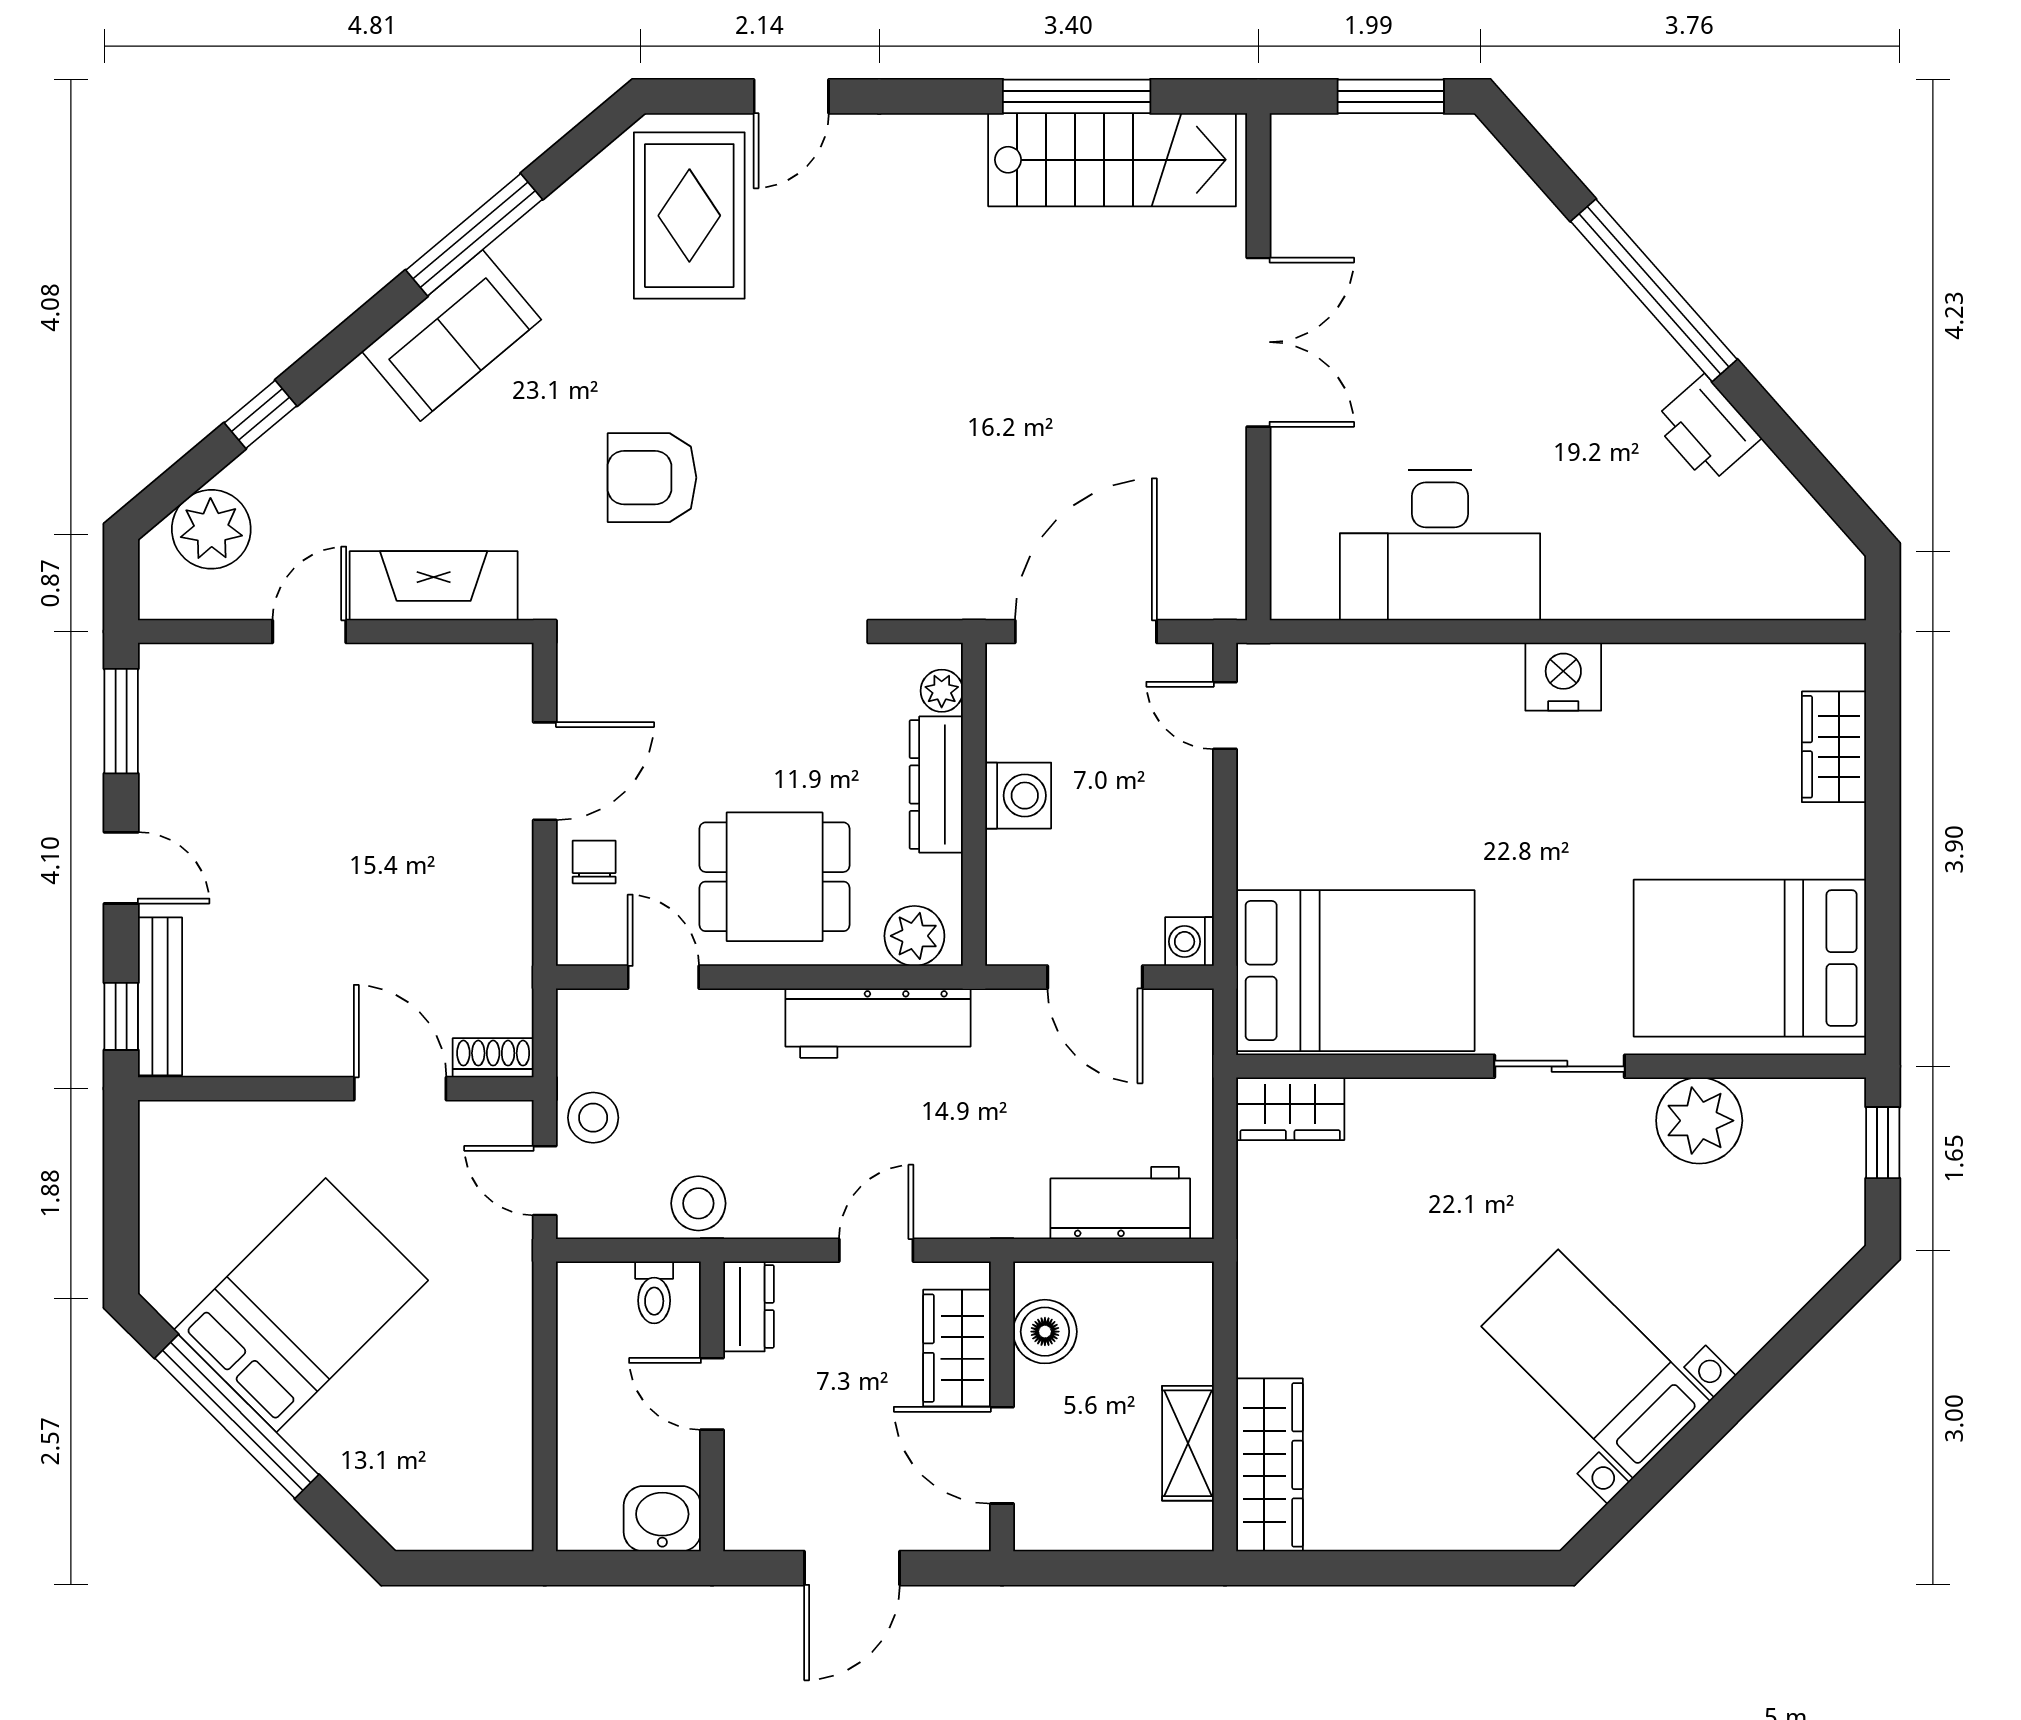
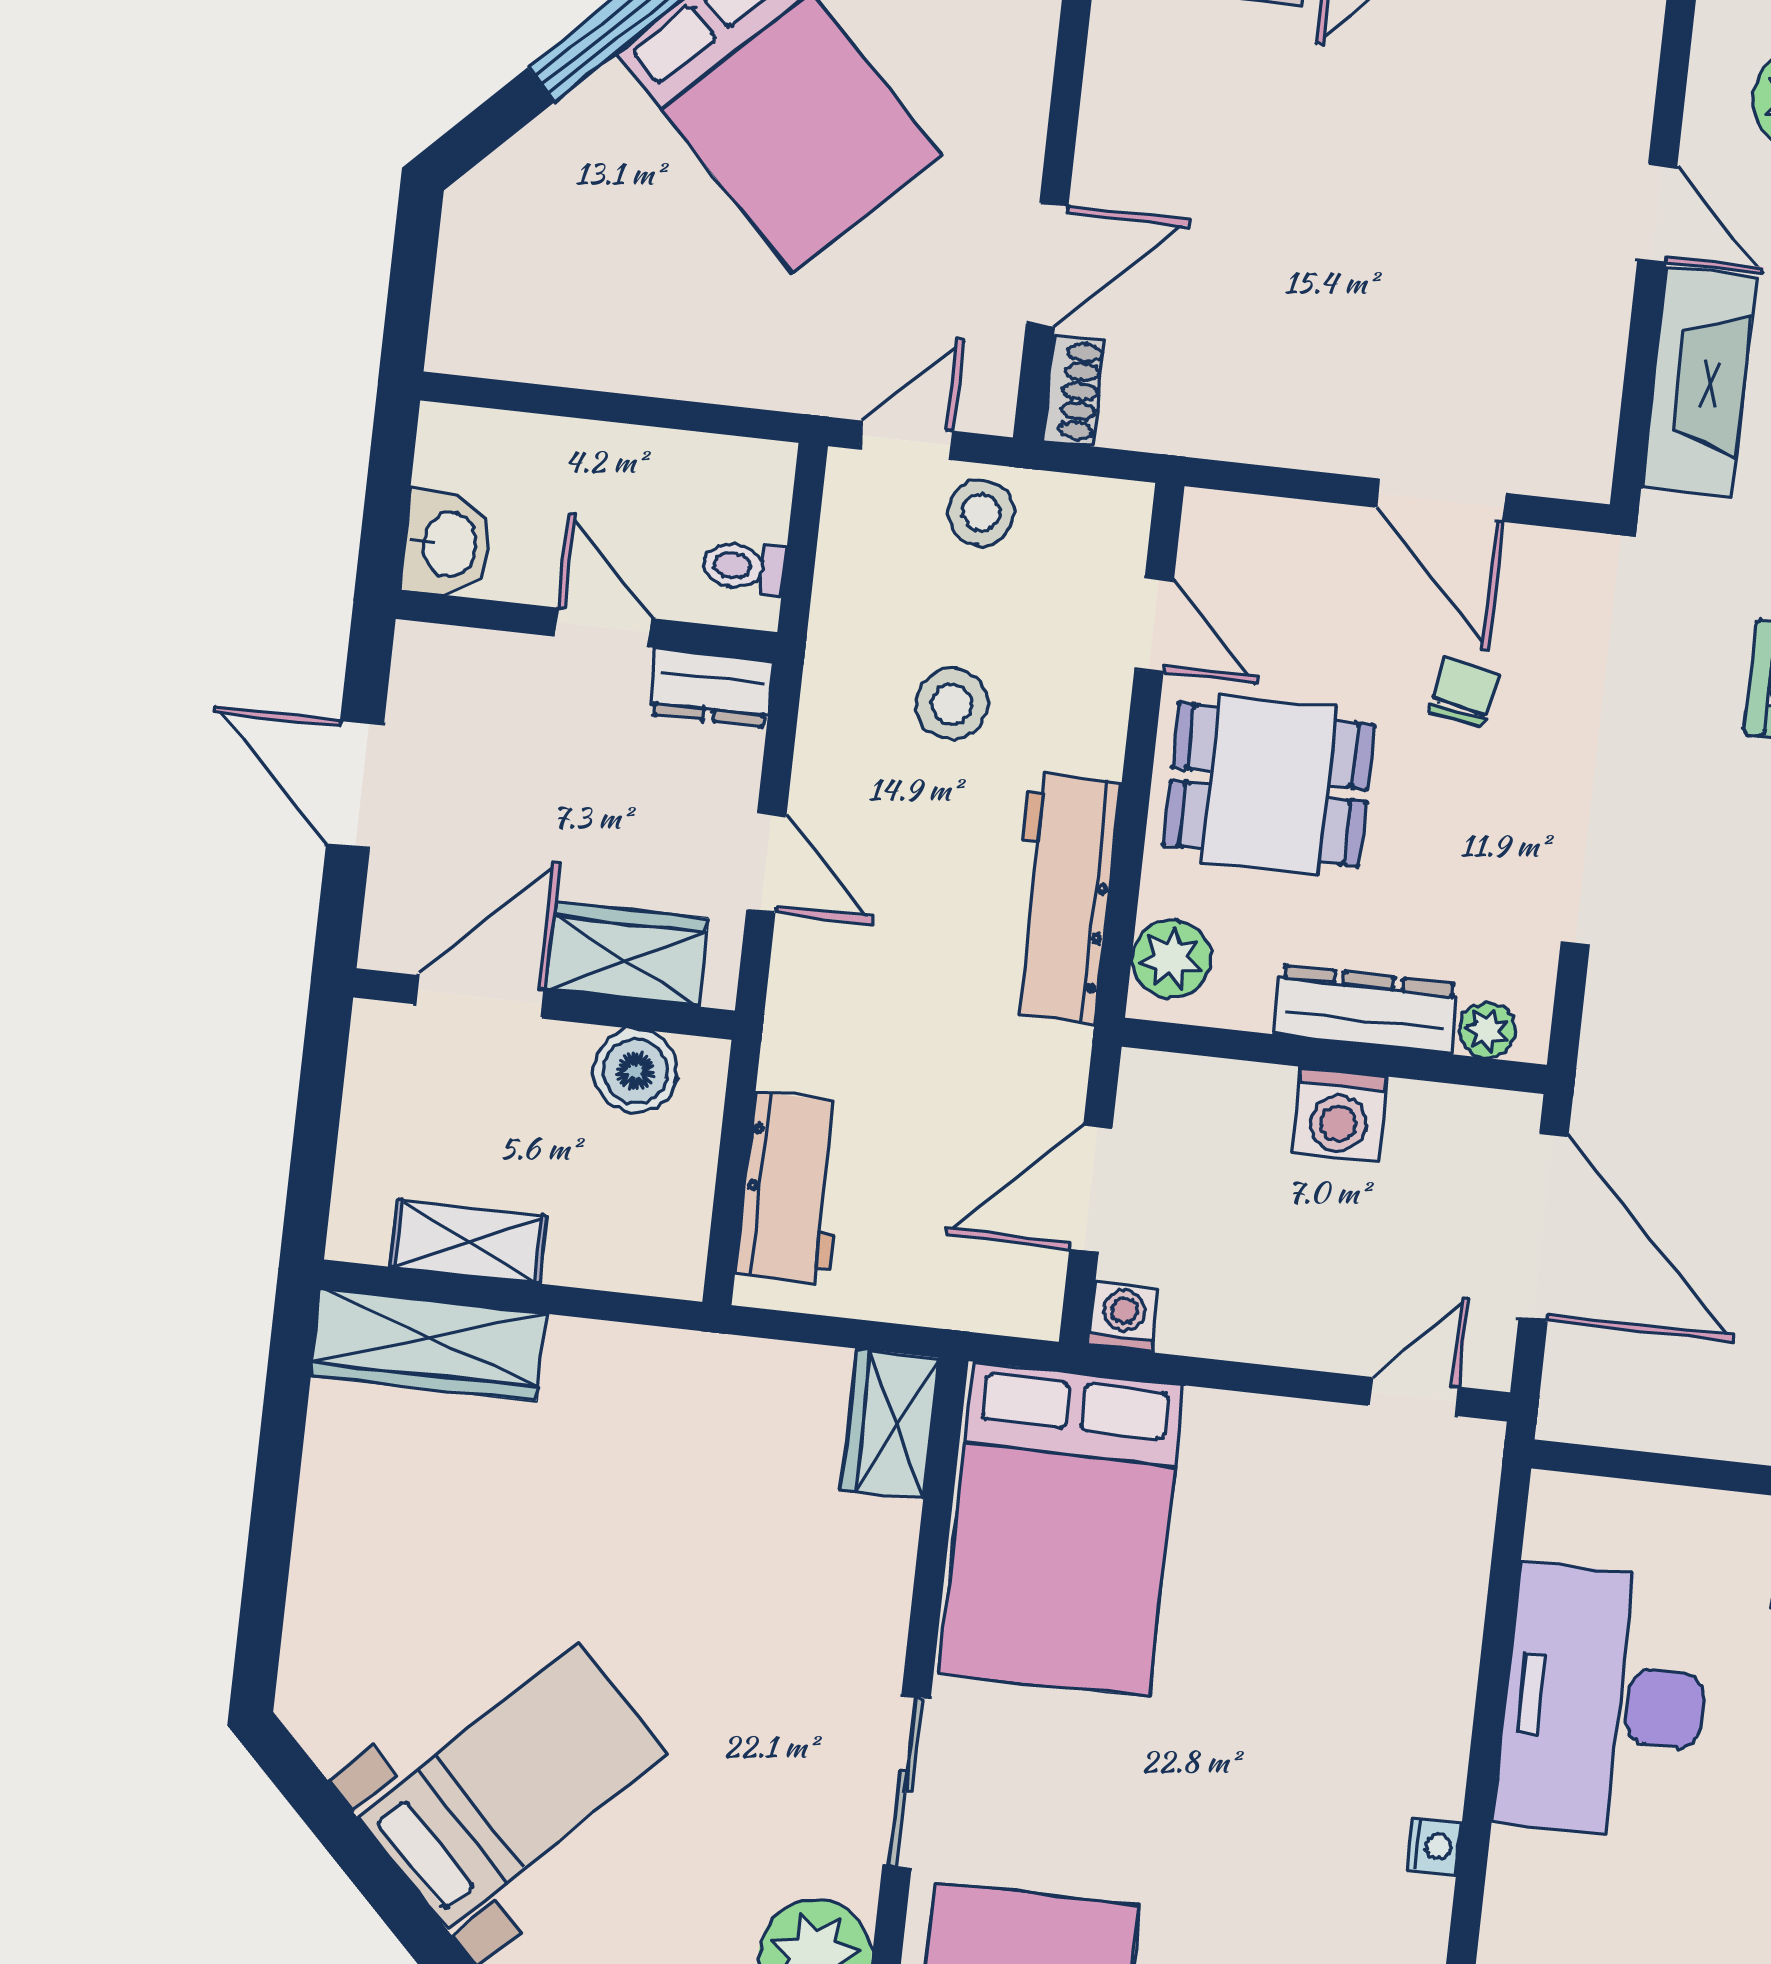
nightstand: (1563, 677) -> (1434, 1846), width x0.53, depth x0.56
chair: (594, 862) -> (1463, 692), moved, turned -79
dining table: (775, 877) -> (1269, 785), turned 90
door: (663, 977) -> (1154, 625), hinge flipped
stool: (698, 1203) -> (952, 704), moved
door: (712, 1394) -> (603, 627), hinge flipped

